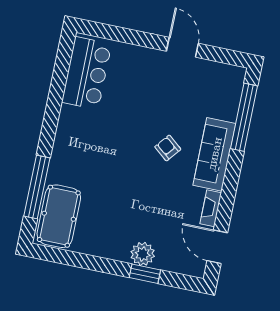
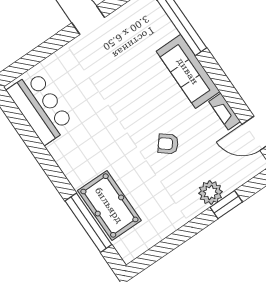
armchair: (168, 148) -> (168, 144), moved
pool table: (59, 216) -> (109, 205), moved

